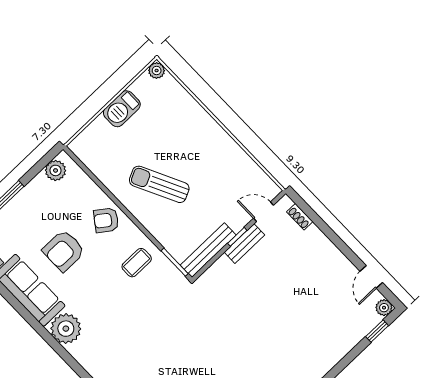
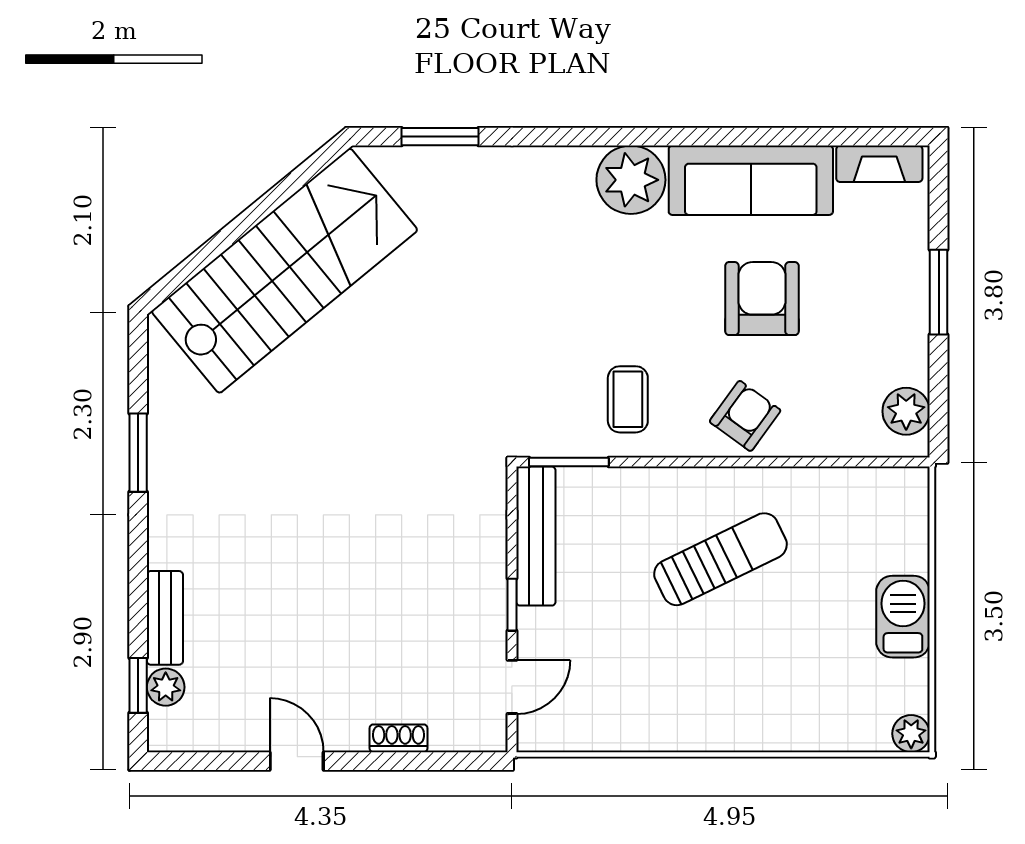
shoe rack: (300, 217) -> (398, 738), moved
bench: (244, 244) -> (165, 618), moved
door: (371, 277) -> (297, 761), moved
plant: (384, 308) -> (166, 687), moved

